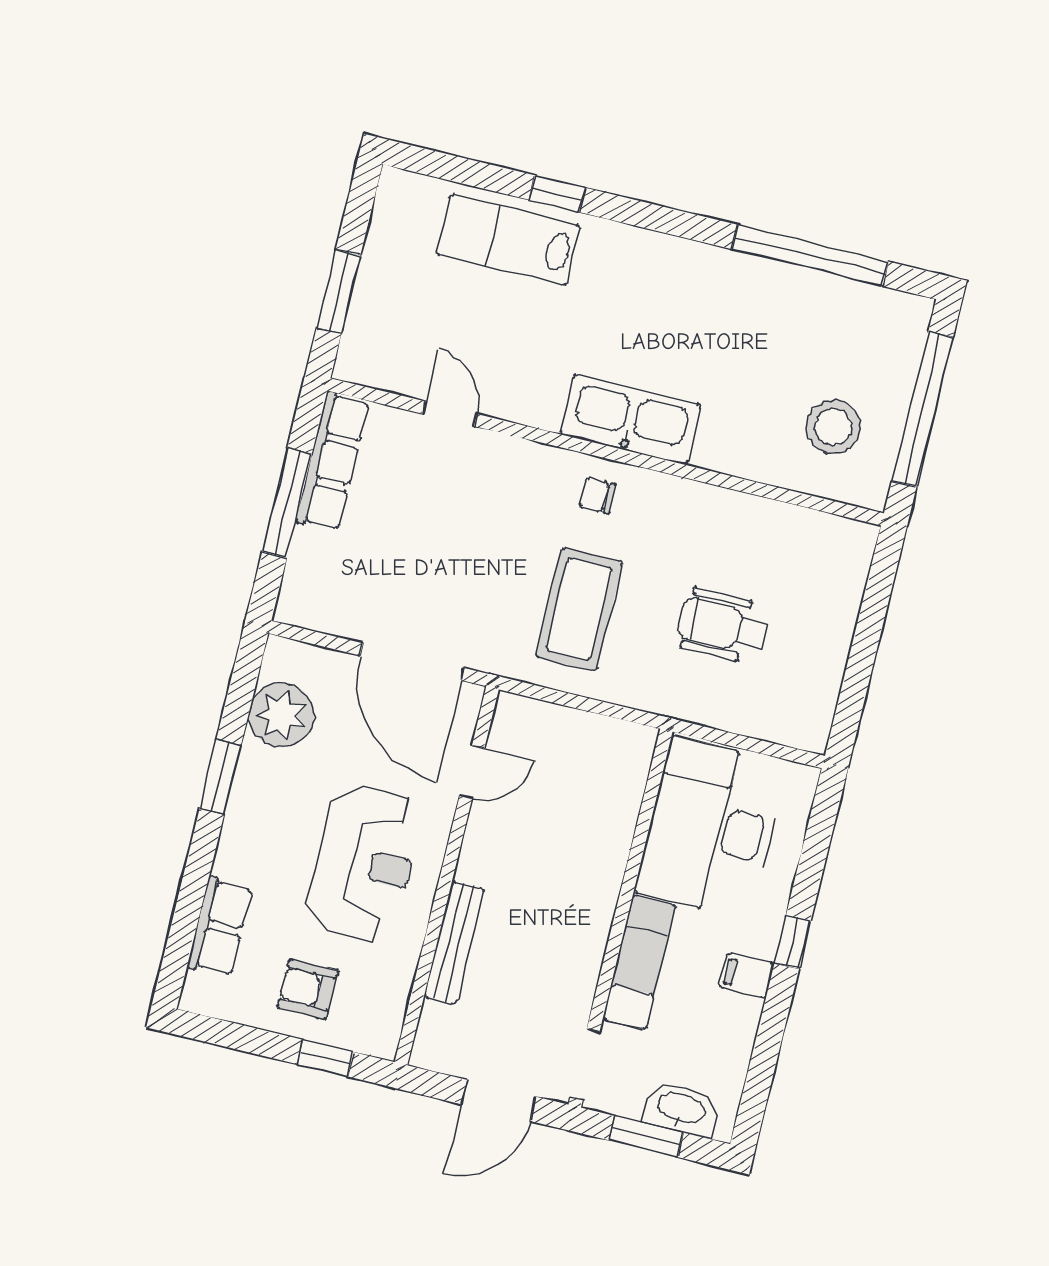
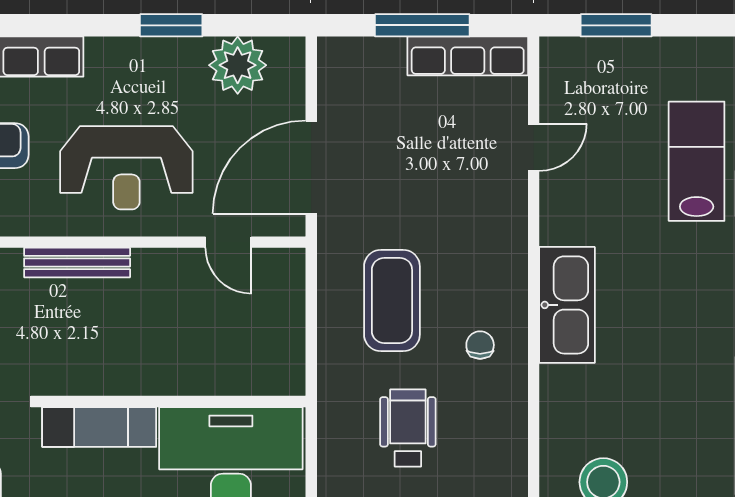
chair: (597, 496) -> (480, 345), moved
coffee table: (579, 609) -> (392, 300), turned 90

